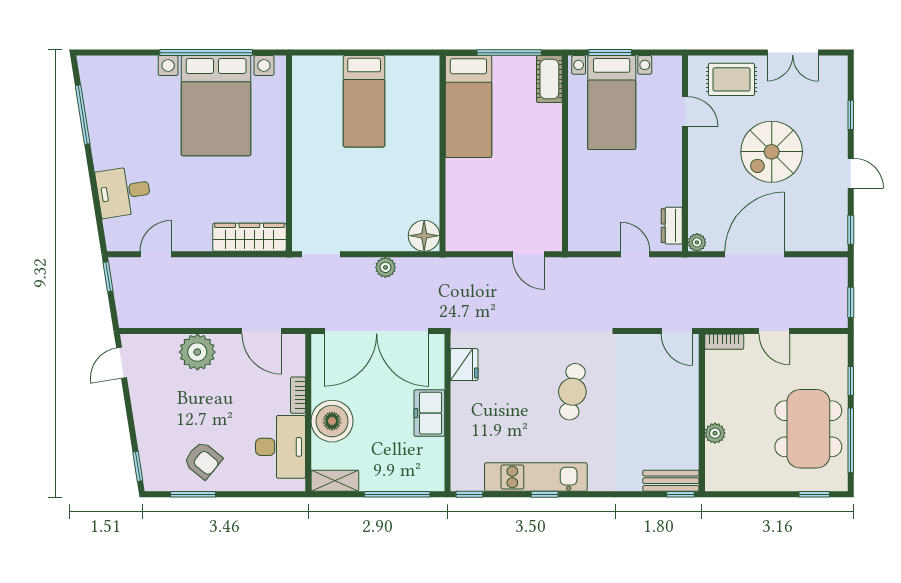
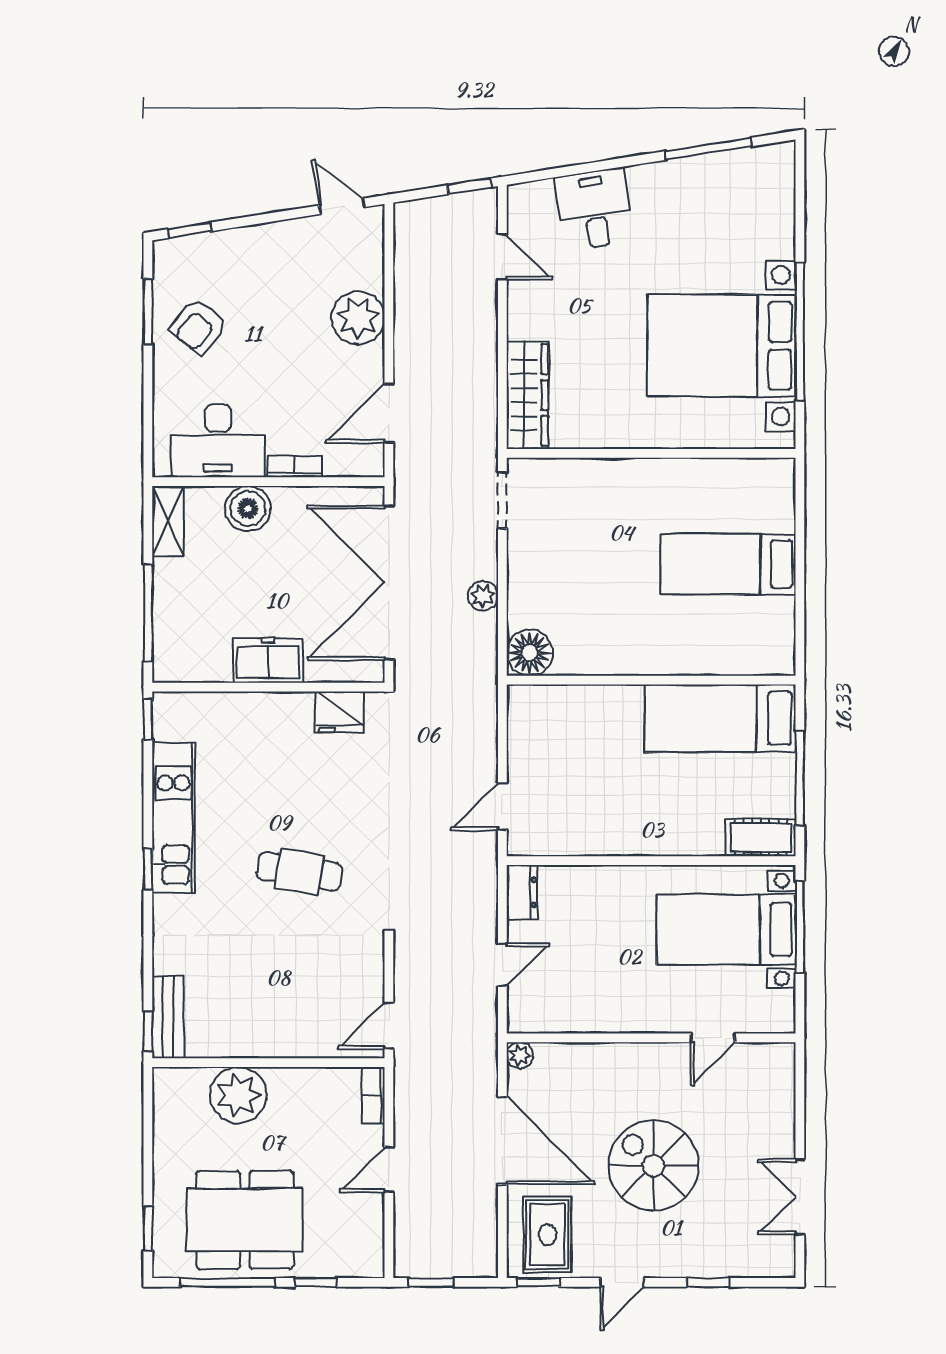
window: (610, 53) -> (800, 927), width x1.44
rug: (731, 79) -> (547, 1235), moved
dresser: (672, 226) -> (522, 892), moved, turned 90
boiler: (332, 421) -> (248, 509), width x0.73, depth x0.73
plant: (715, 433) -> (238, 1095), width x1.88, depth x1.88
window: (545, 494) -> (148, 869), moved

